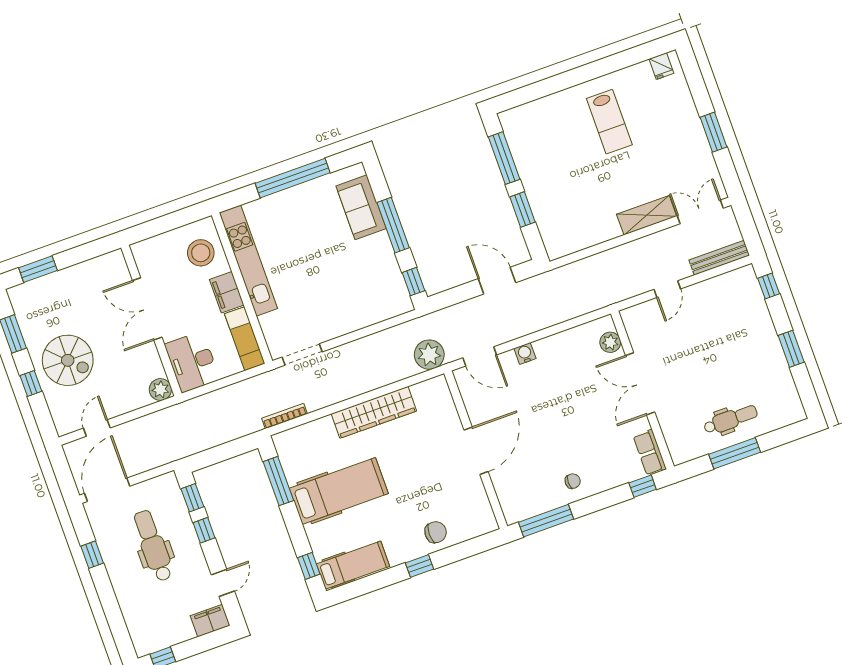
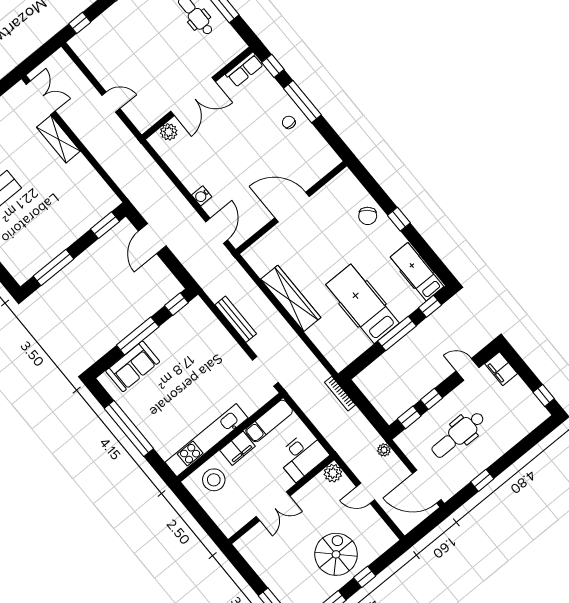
window: (523, 209) -> (105, 225), moved
double door: (700, 212) -> (41, 98), swing flipped
bench: (719, 258) -> (236, 319), moved
double door: (147, 309) -> (273, 506), width x0.73
plant: (429, 355) -> (384, 450), moved, width x0.53, depth x0.53
bookcase: (285, 416) -> (340, 394), moved
door: (97, 428) -> (366, 493), moved
window: (278, 481) -> (397, 333), moved
window: (546, 521) -> (302, 102), moved
chair: (436, 532) -> (368, 216), turned -139

